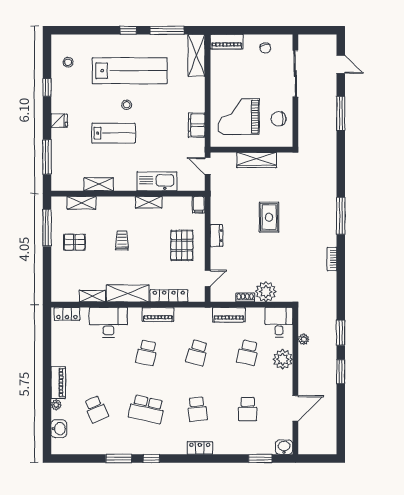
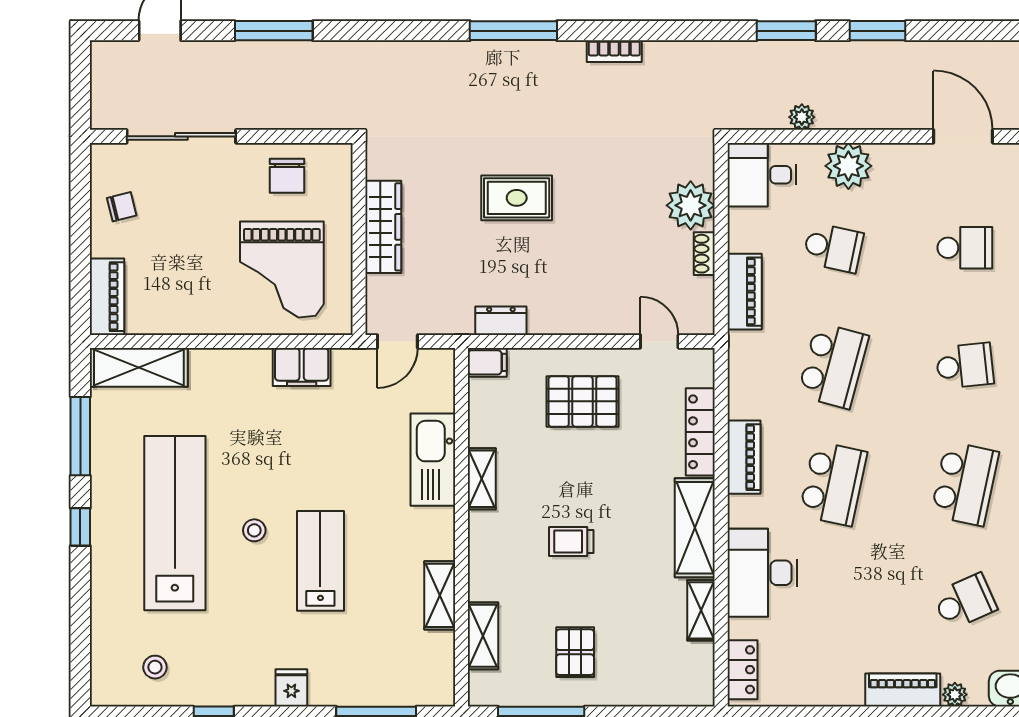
dresser: (216, 236) -> (501, 321), moved
school desk: (147, 353) -> (833, 484), width x1.85
school desk: (197, 353) -> (833, 366), width x1.85

